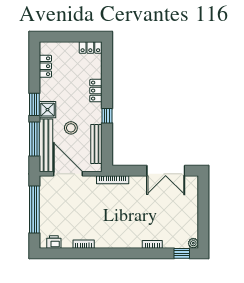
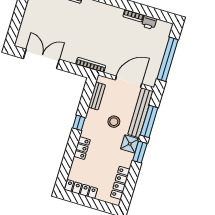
locker: (90, 48) -> (81, 189), width x1.53
locker: (45, 66) -> (120, 183), width x1.53
bench: (96, 144) -> (97, 96), width x0.73
door: (68, 174) -> (128, 82), swing flipped
printer: (54, 242) -> (149, 22), moved

